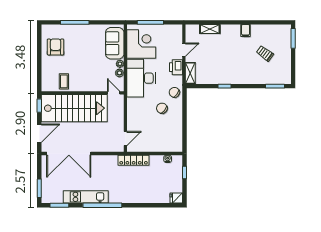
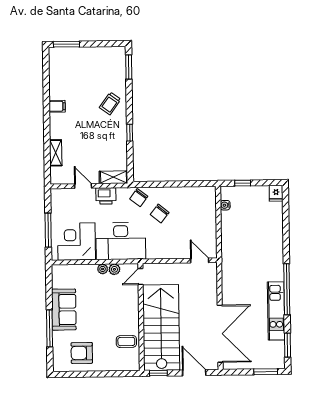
sofa: (115, 43) -> (64, 310), moved, turned -90
trolley: (265, 53) -> (110, 103), moved
locker: (134, 160) -> (228, 249), removed

